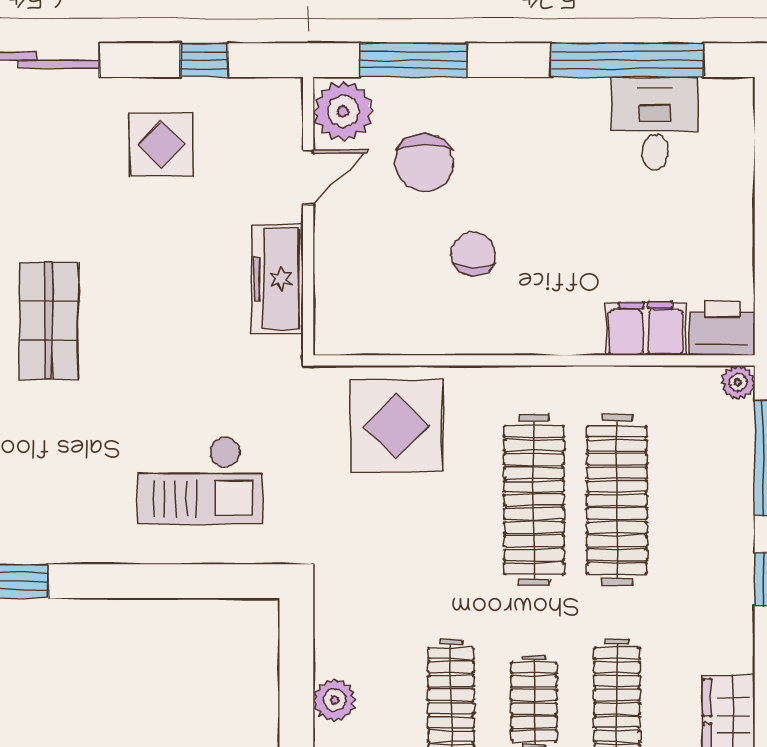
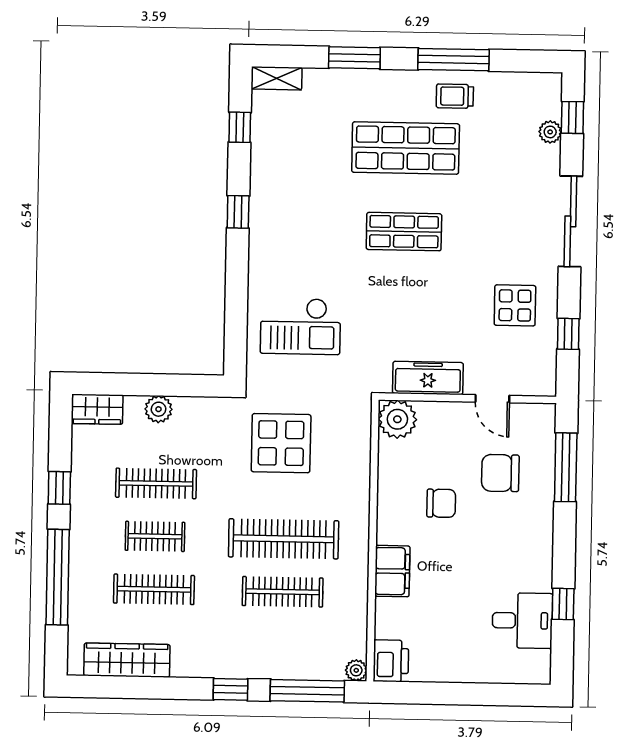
window: (628, 60) -> (563, 604), width x0.32
plant: (343, 111) -> (397, 419), moved
filing cabinet: (646, 329) -> (392, 571), moved
display table: (396, 426) -> (281, 443), moved
checkout: (200, 480) -> (300, 326), turned -90
clothes rail: (617, 500) -> (283, 592), width x0.73, depth x0.76

